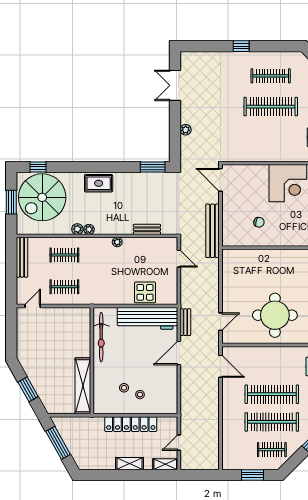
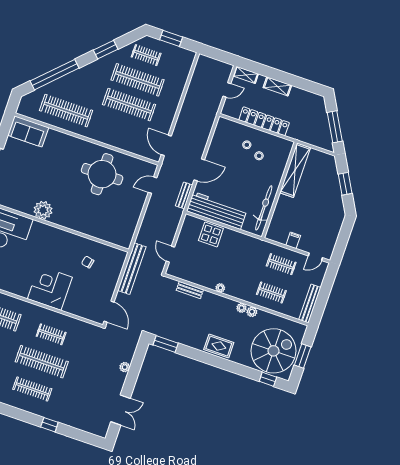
clothes rail: (271, 137) -> (51, 334), added
filing cabinet: (61, 315) -> (293, 240), added

